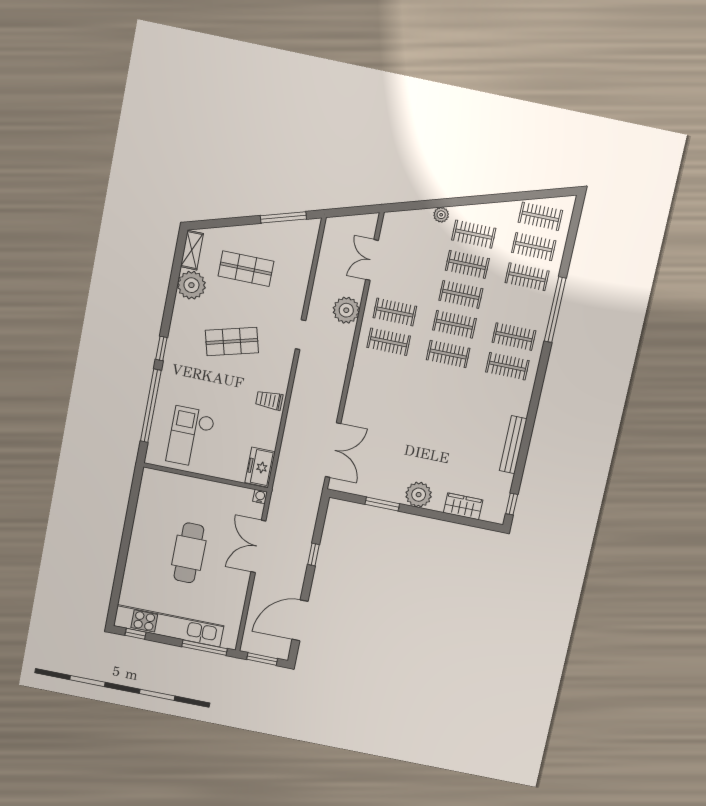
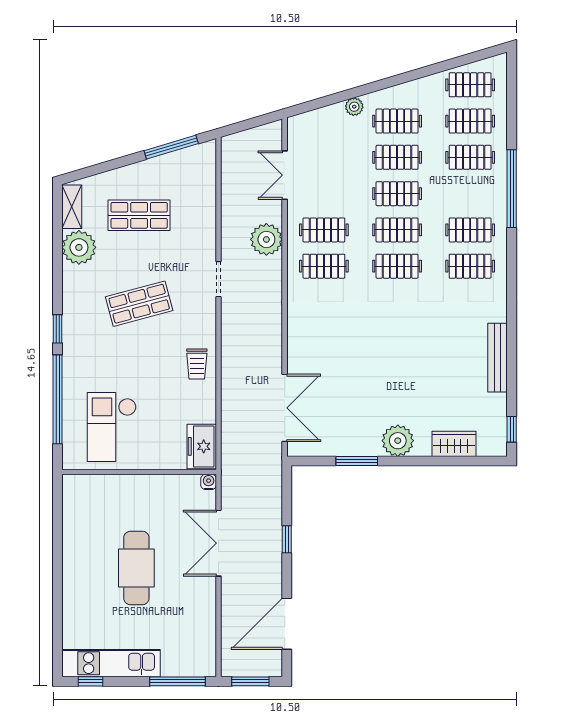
trolley: (269, 400) -> (197, 364), turned -90
kitchen unit: (169, 626) -> (111, 663), width x0.73

